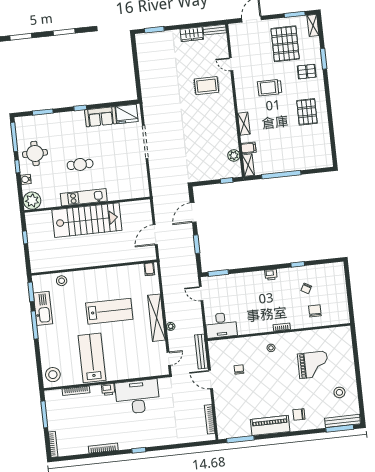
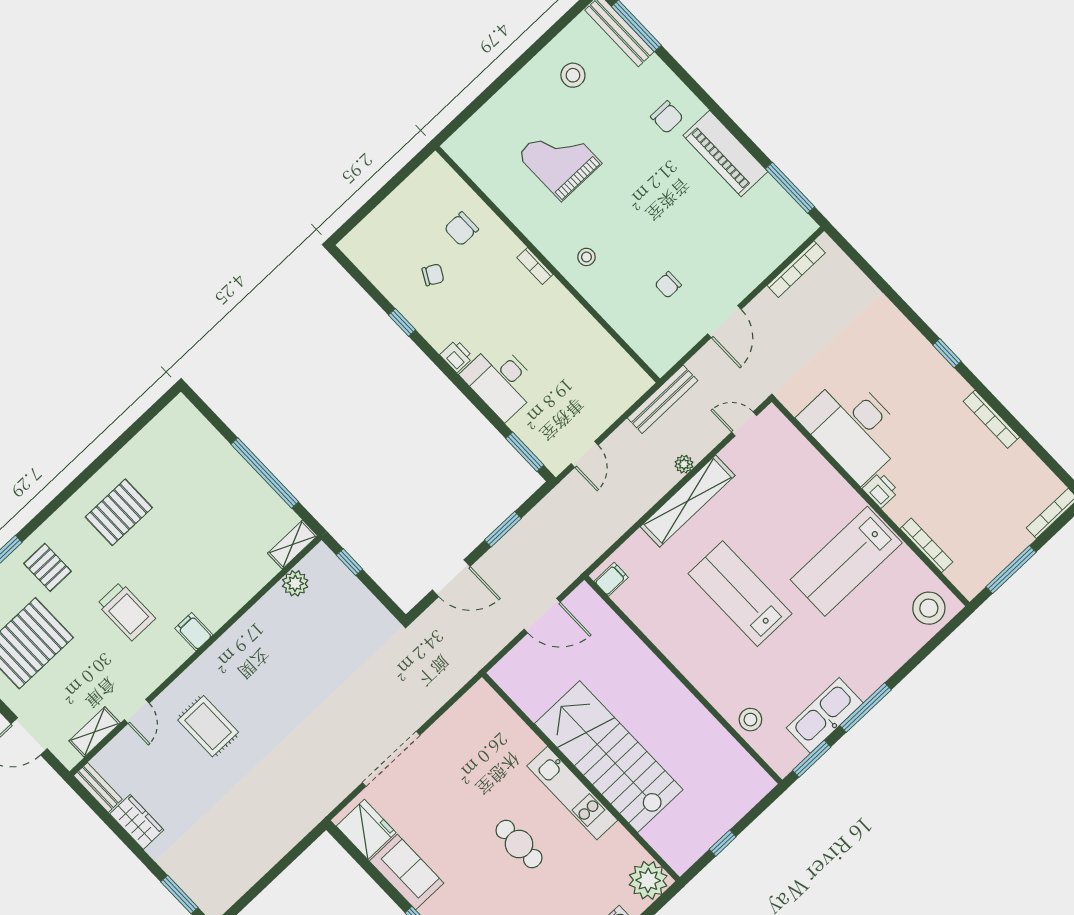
shelving: (244, 124) -> (95, 732), moved
filing cabinet: (249, 148) -> (194, 632), moved
desk: (221, 325) -> (501, 381), moved, turned 180
bench: (201, 352) -> (663, 399), moved

